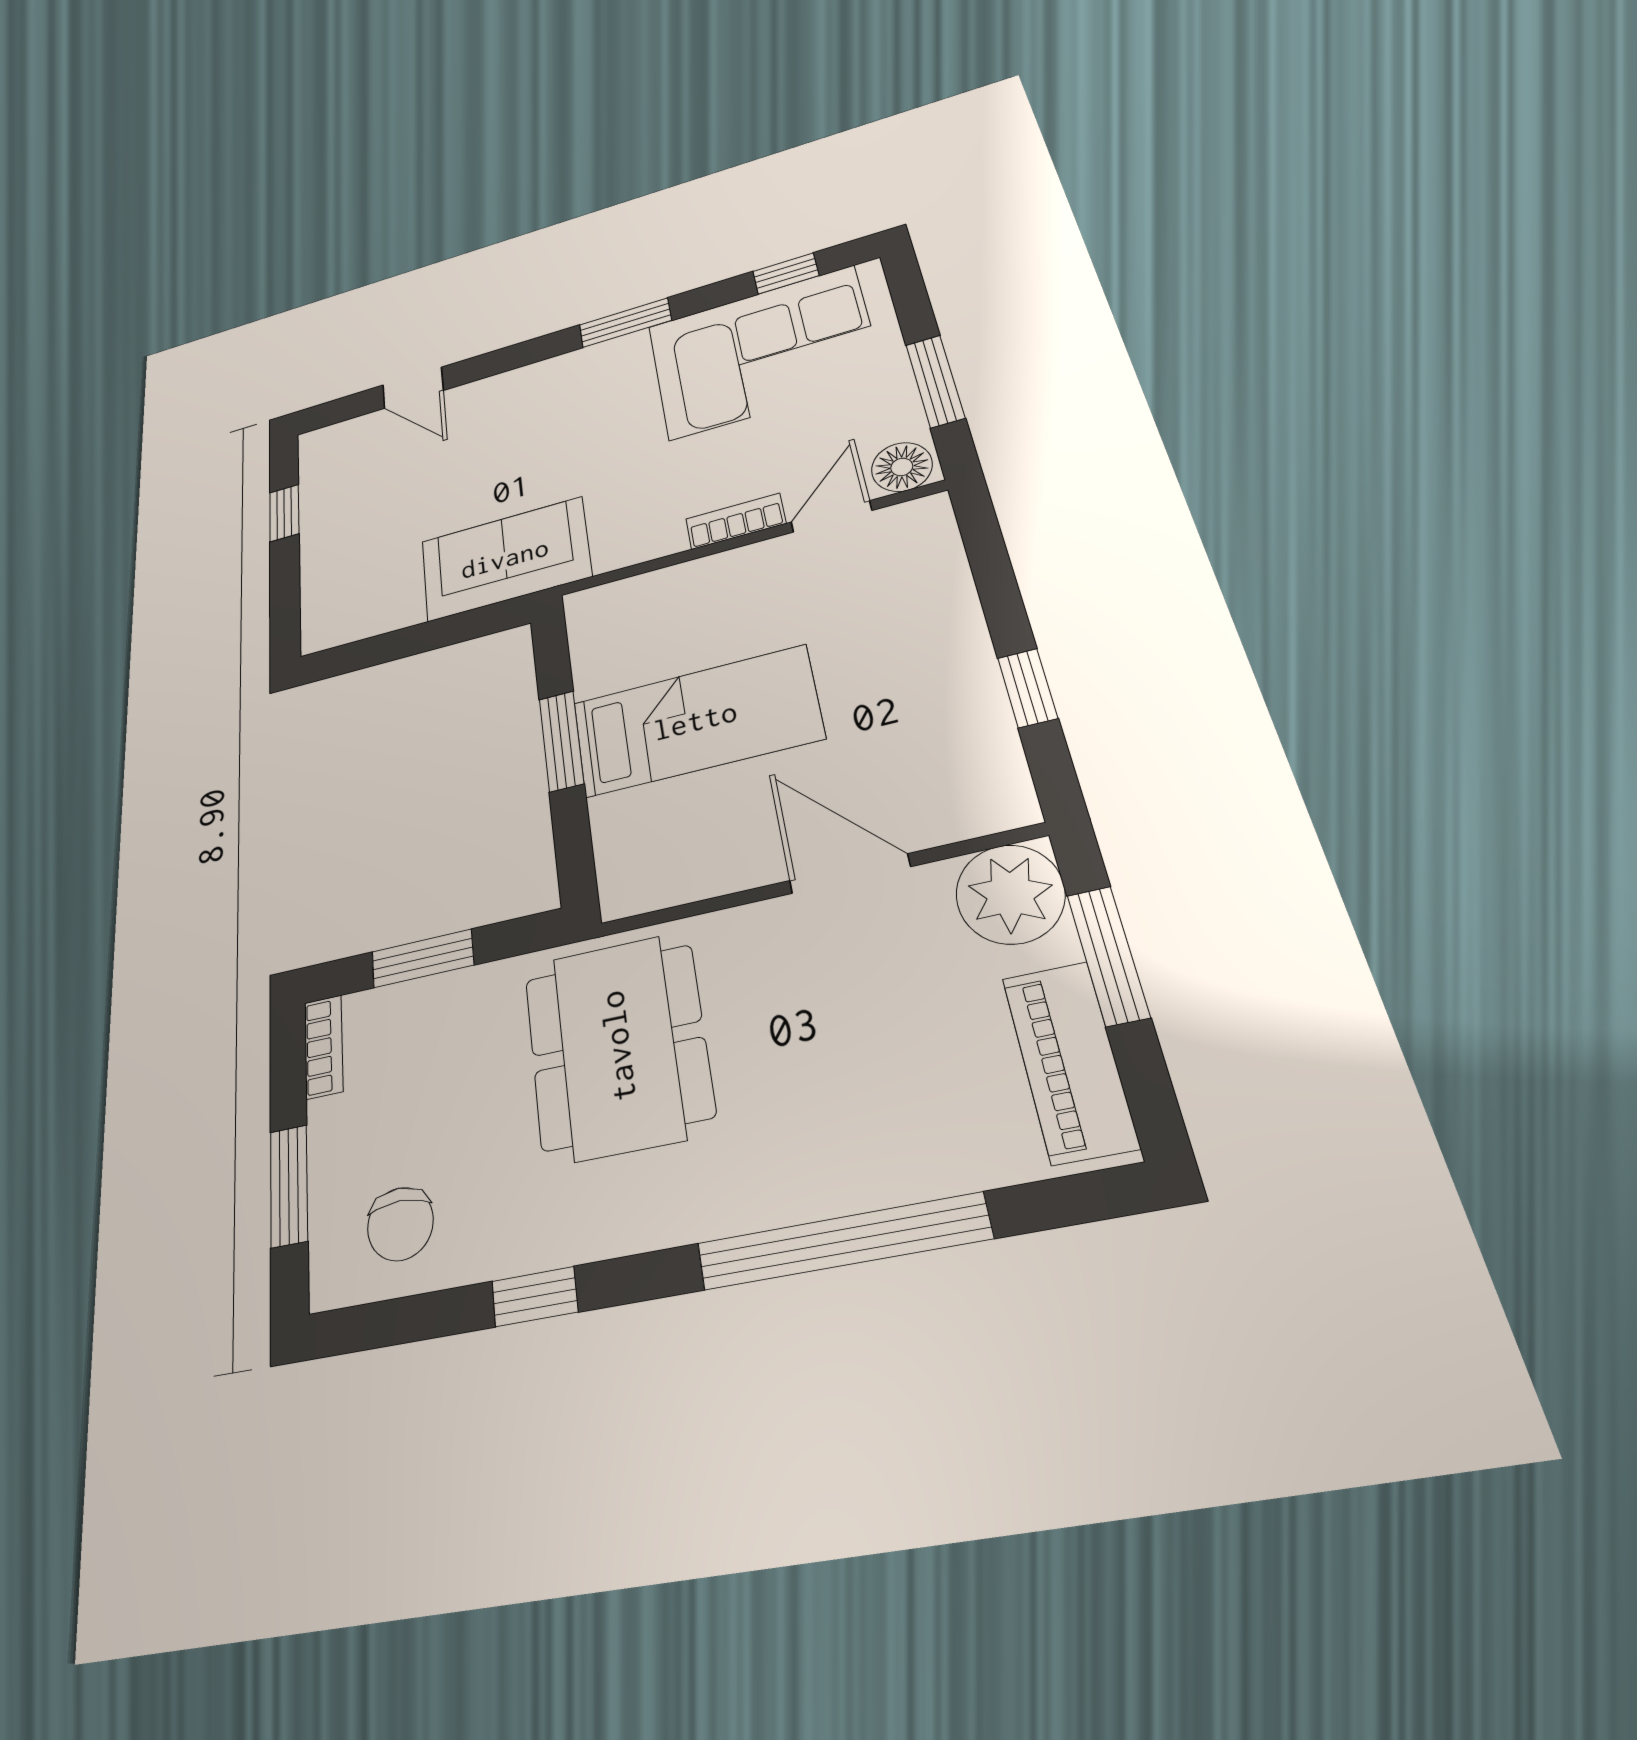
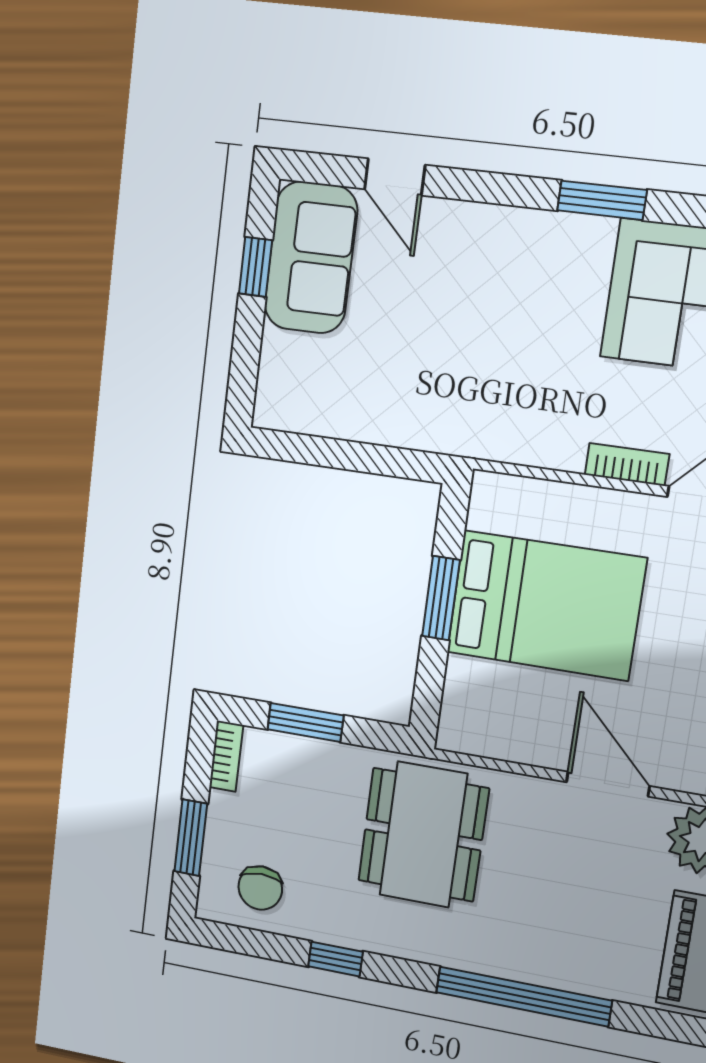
sofa: (505, 559) -> (311, 258), moved, turned 90
bed: (696, 721) -> (546, 606), width x1.50

